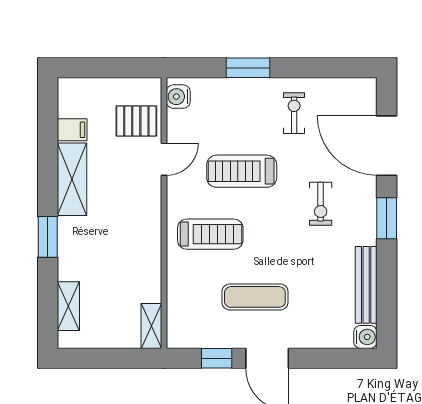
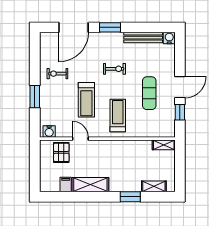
exercise bike: (321, 204) -> (114, 69), moved
window: (48, 237) -> (130, 197), moved

